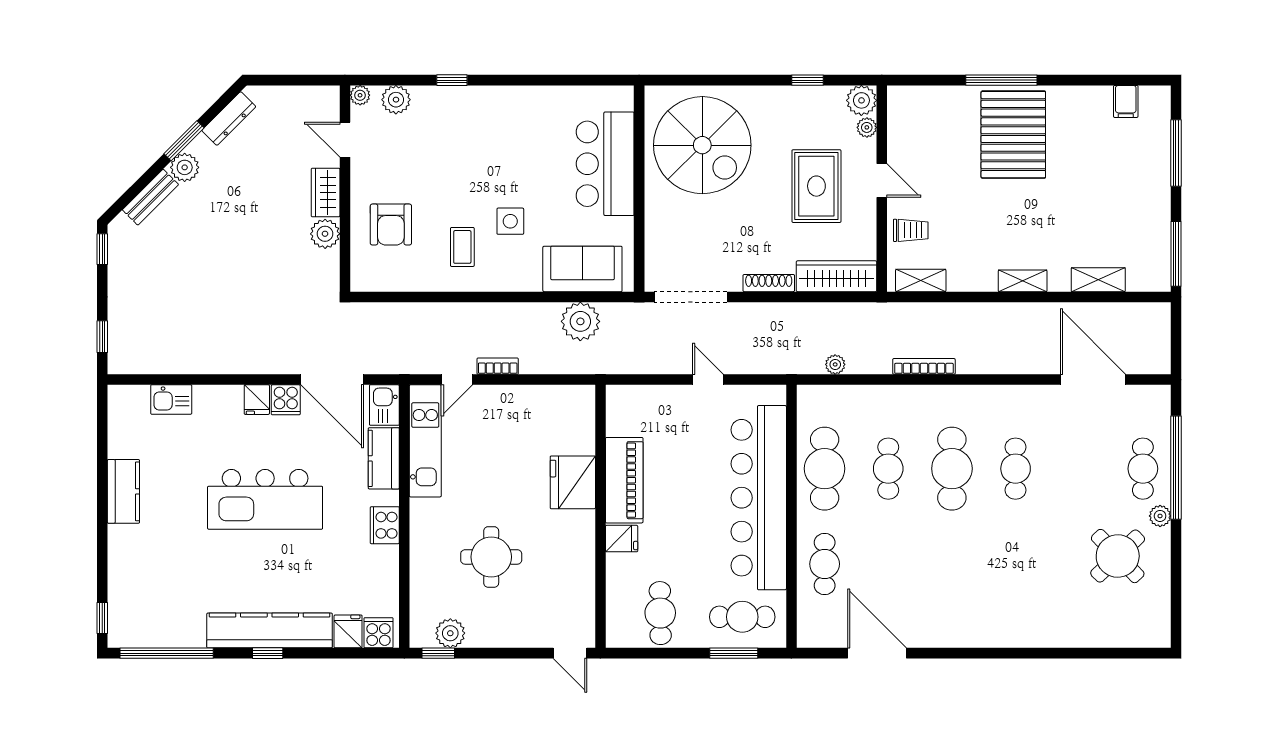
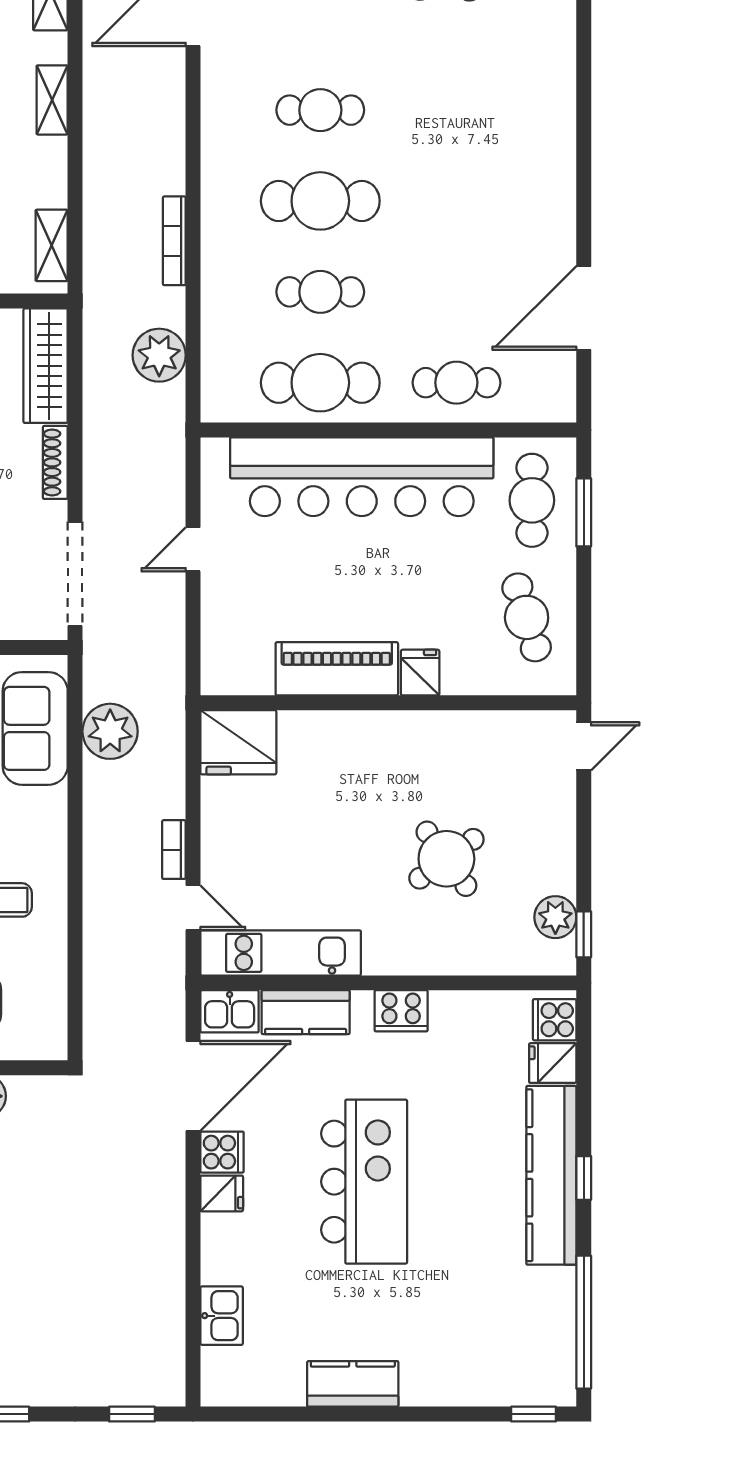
plant: (835, 364) -> (159, 355), width x1.88, depth x1.88
fridge: (573, 482) -> (238, 742), moved
round table: (491, 557) -> (446, 859), turned -36
cafe table: (660, 613) -> (527, 617), turned 74

